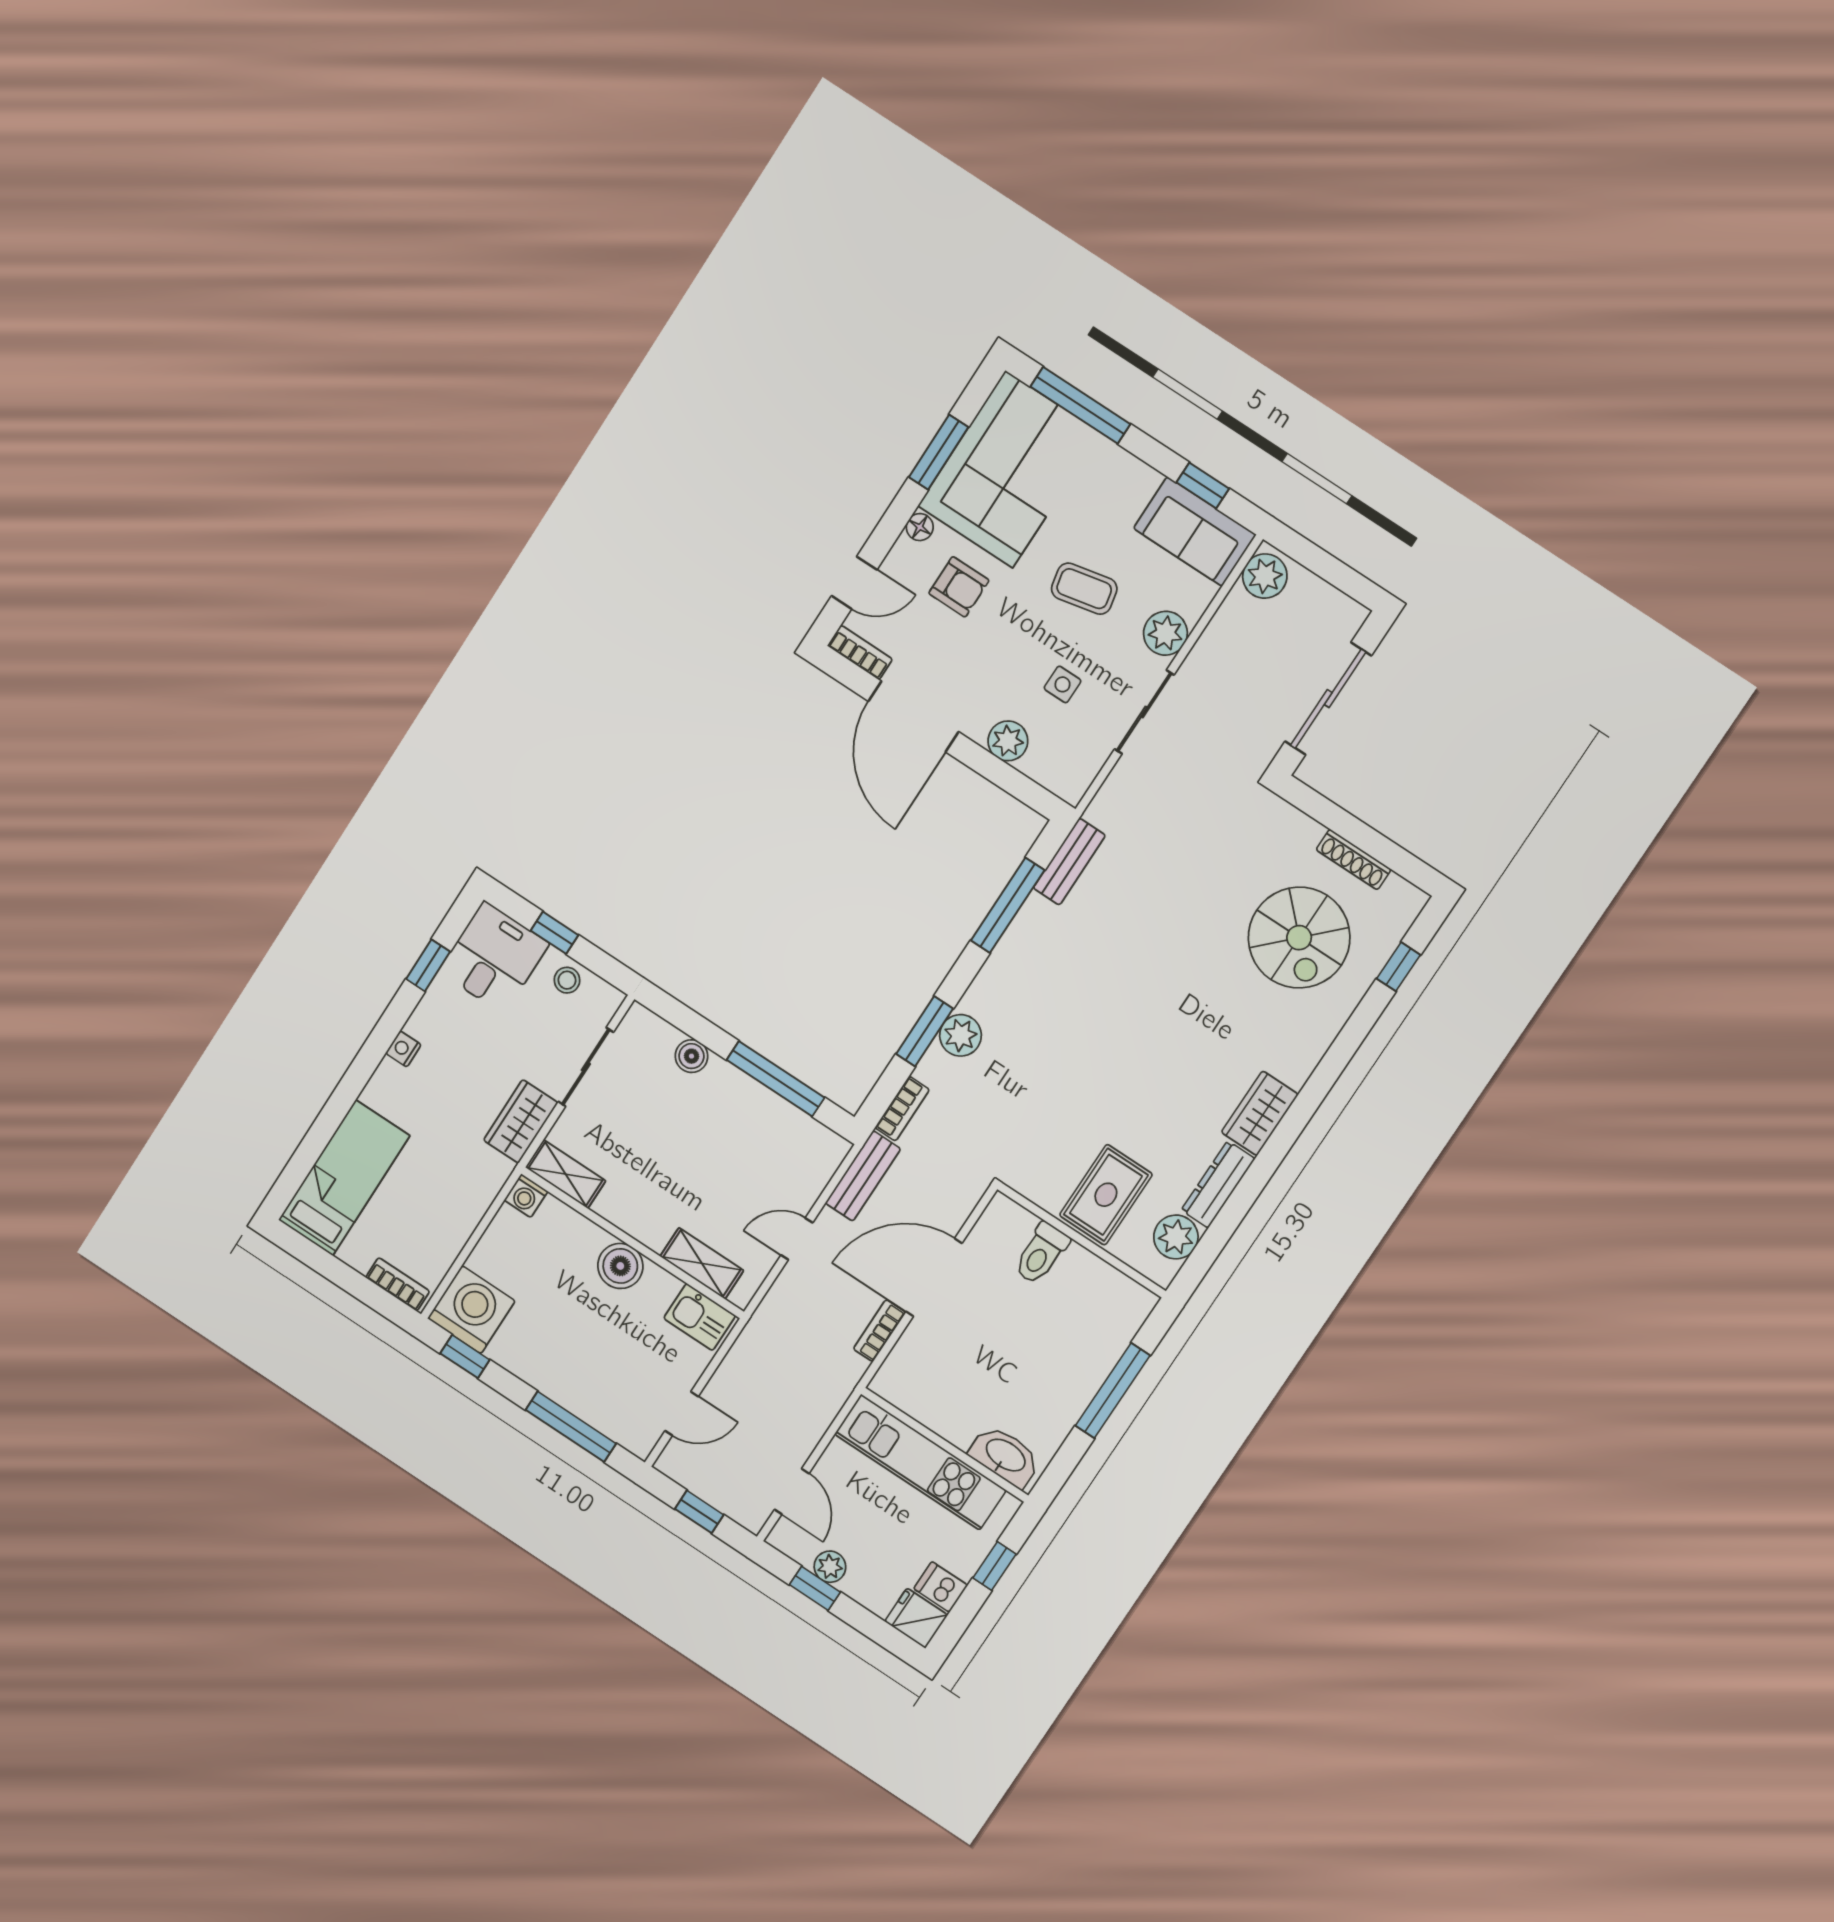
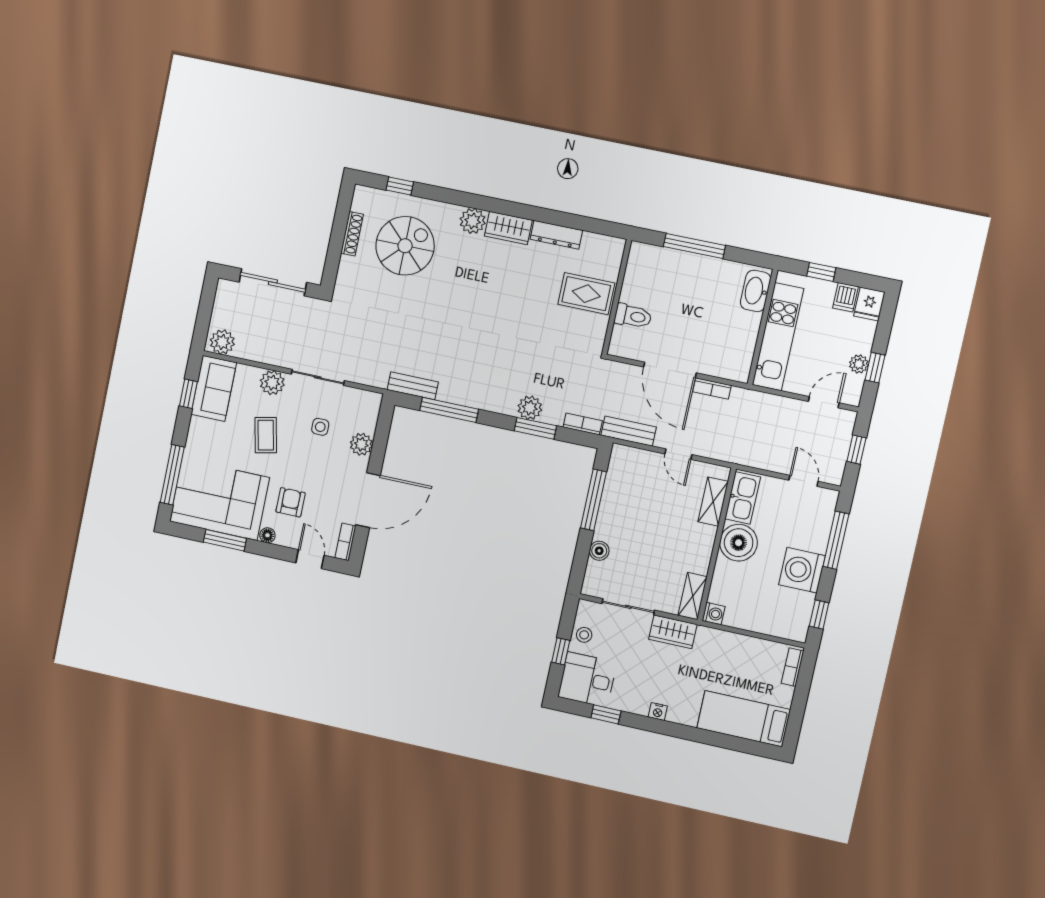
plant: (1176, 1237) -> (473, 221), moved
boiler: (620, 1266) -> (739, 543), width x1.37, depth x1.37
washing machine: (471, 1310) -> (802, 570), moved
kitchen sink: (700, 1317) -> (743, 498), width x1.38

